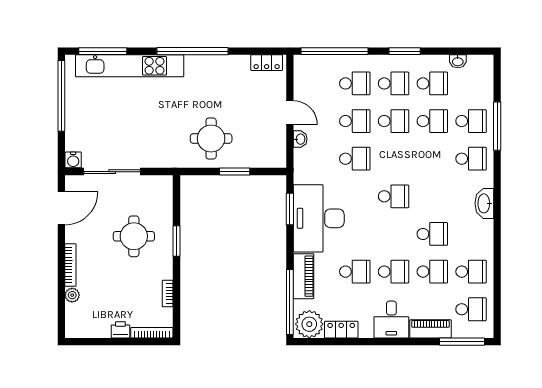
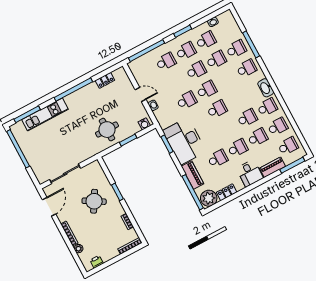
locker: (267, 63) -> (105, 80), moved
kitchen unit: (130, 66) -> (45, 114), width x0.73
school desk: (355, 121) -> (207, 90), moved
water cooler: (73, 160) -> (144, 124), moved
school desk: (471, 234) -> (267, 107), added
round table: (134, 236) -> (94, 201), turned 31
printer: (120, 330) -> (97, 262), moved

